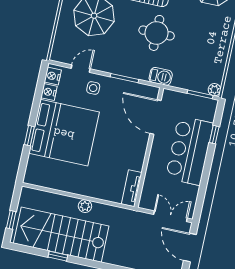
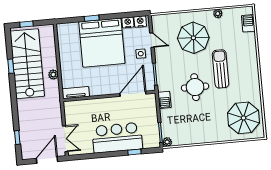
door: (155, 117) -> (133, 94), moved
wall: (149, 147) -> (109, 96), moved
tv unit: (132, 188) -> (76, 93), moved

